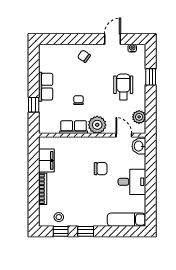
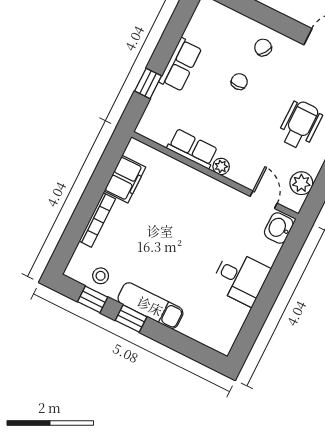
chair: (78, 100) -> (239, 82), moved
plant: (97, 125) -> (221, 166), width x0.53, depth x0.53
chair: (101, 169) -> (202, 233), removed
exam couch: (127, 220) -> (150, 306), moved

